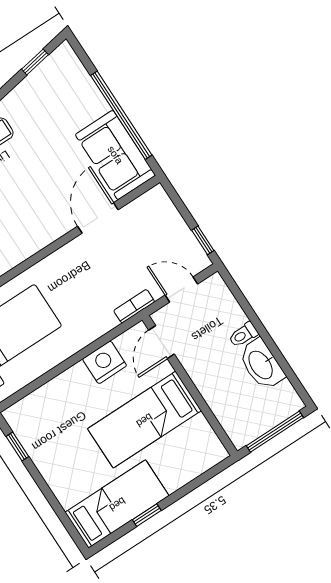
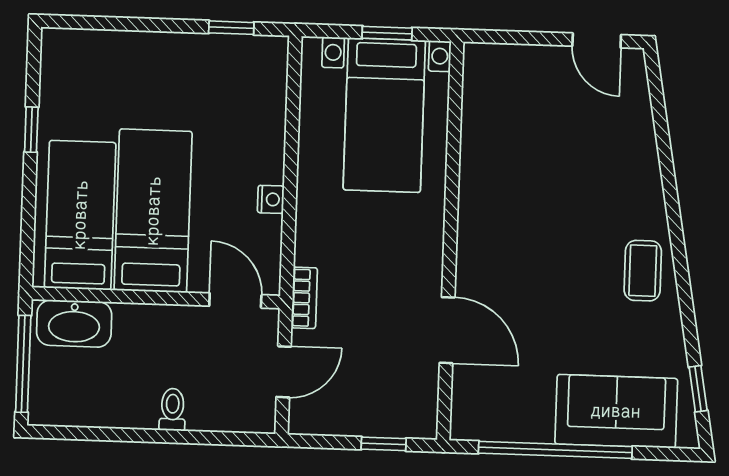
sofa: (115, 155) -> (616, 411), moved
window: (203, 240) -> (384, 444), moved
nightstand: (105, 362) -> (271, 199), width x0.53, depth x0.56
washbasin: (261, 364) -> (74, 324), moved, turned 180
bed: (117, 504) -> (80, 215), moved, turned 180

